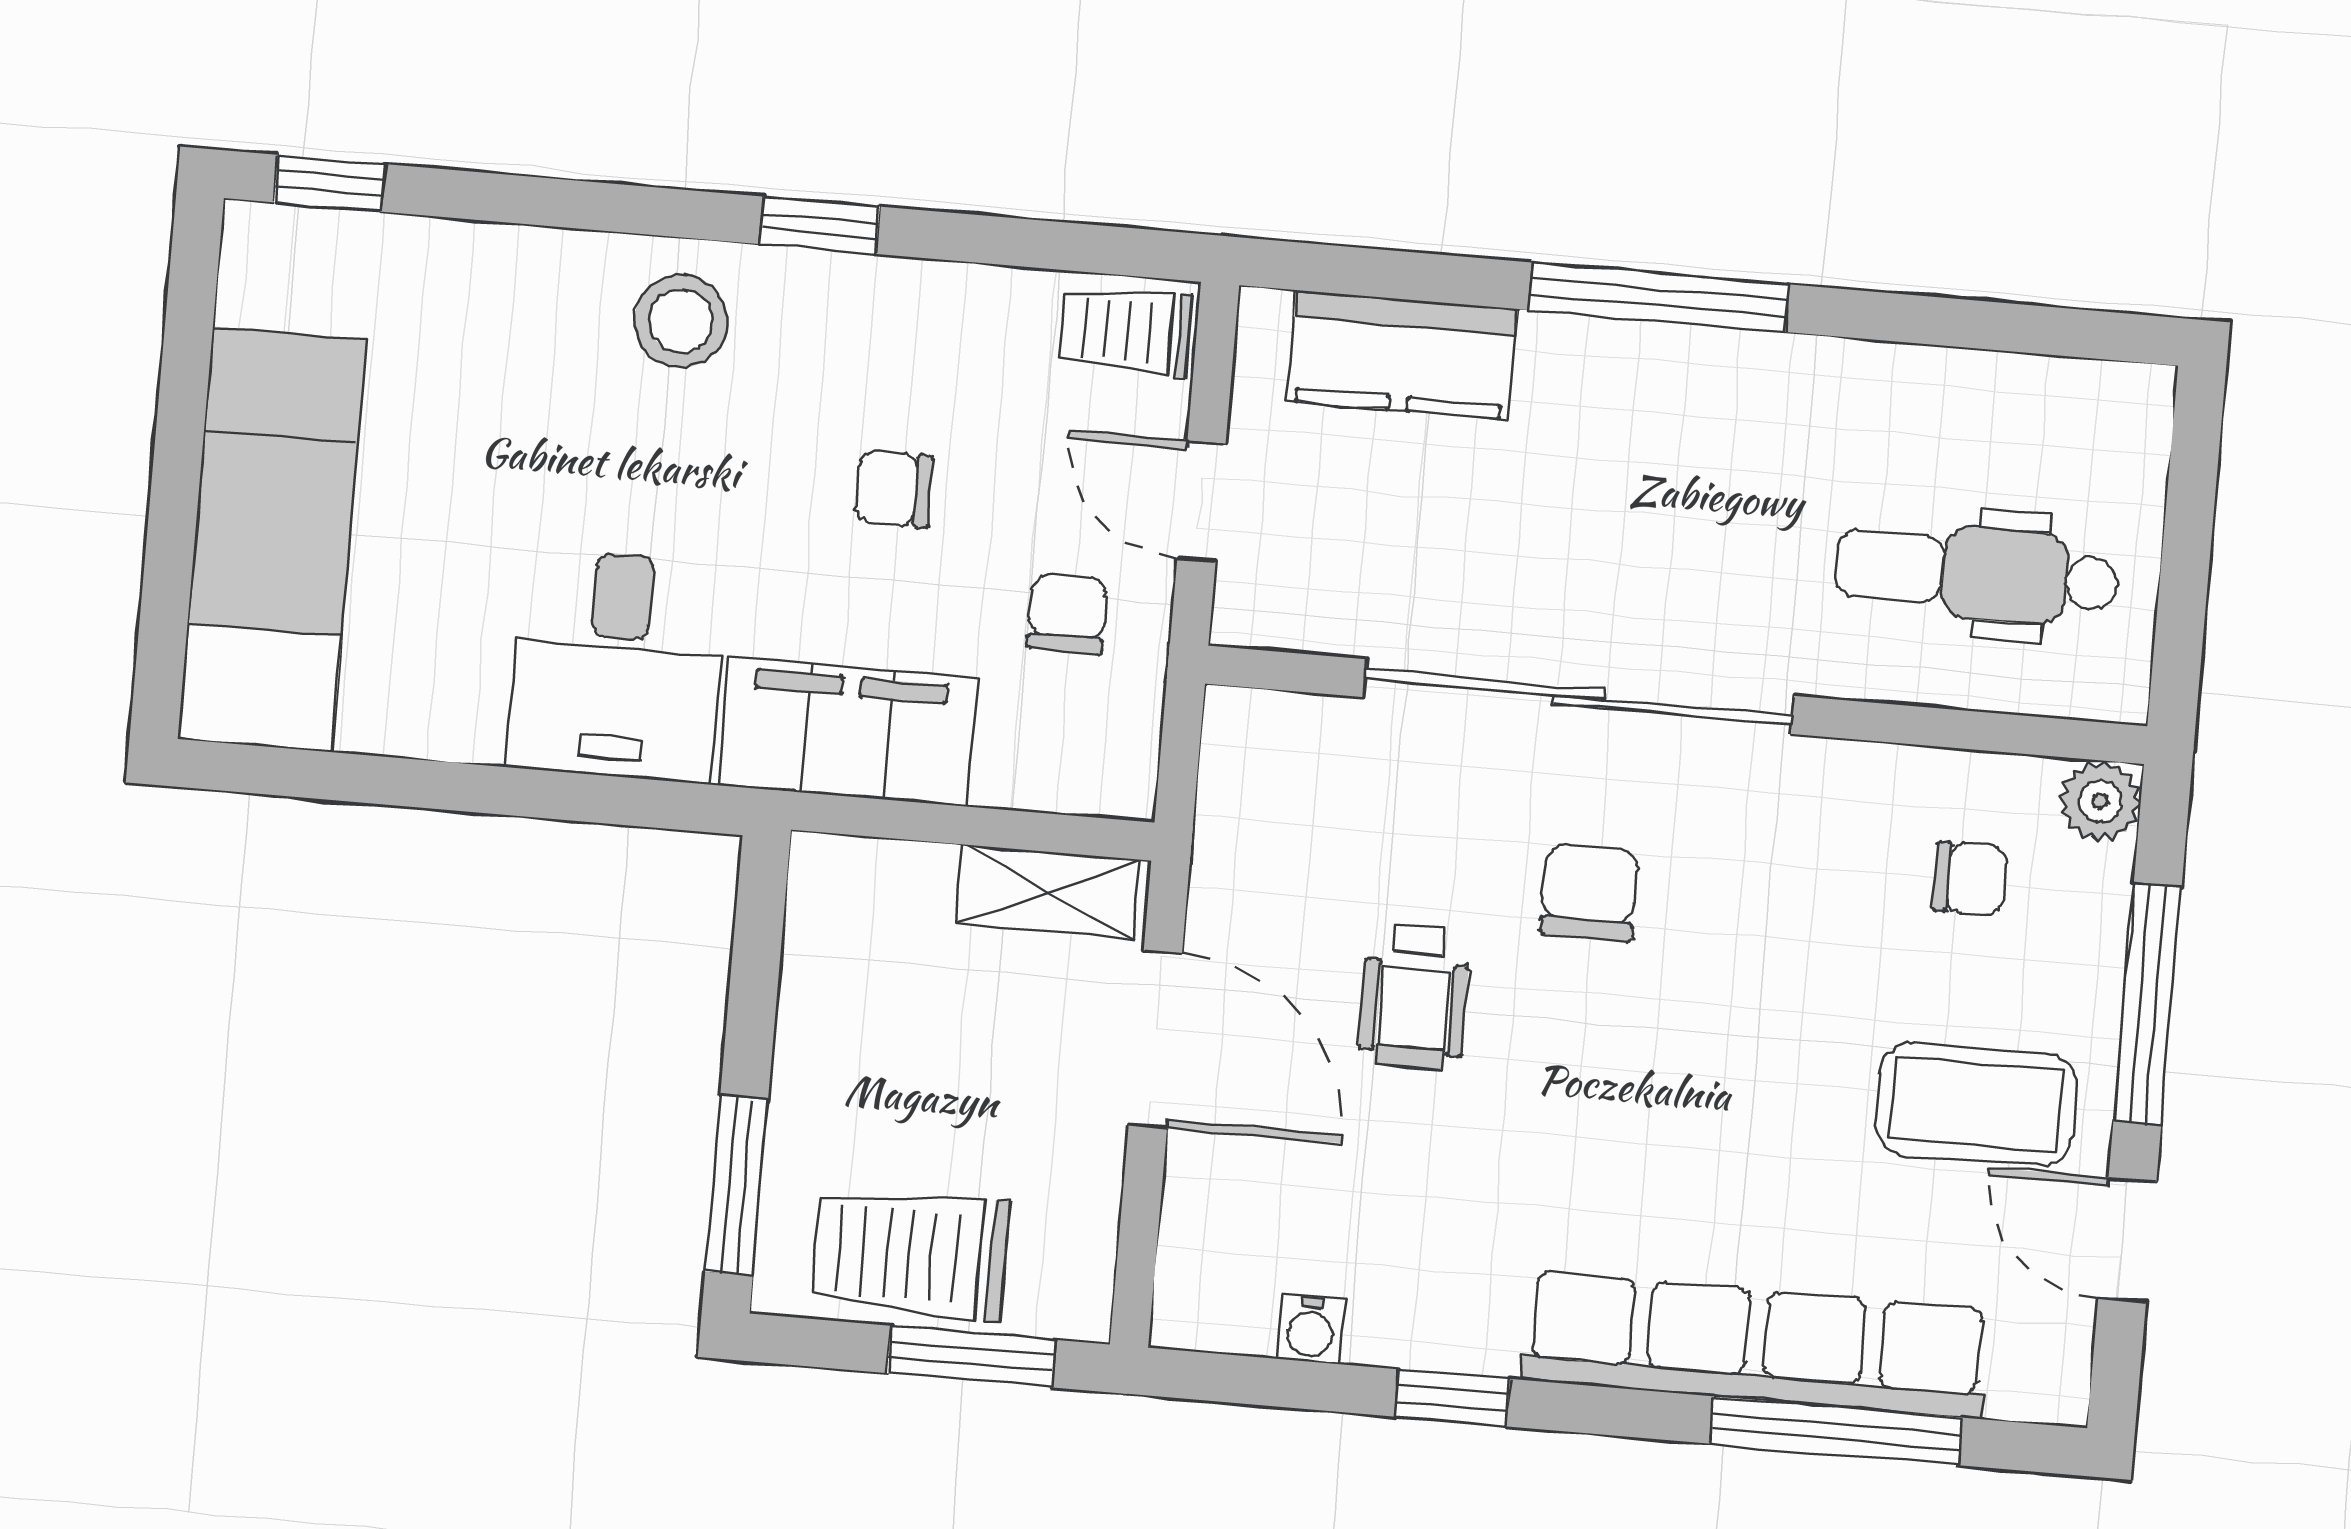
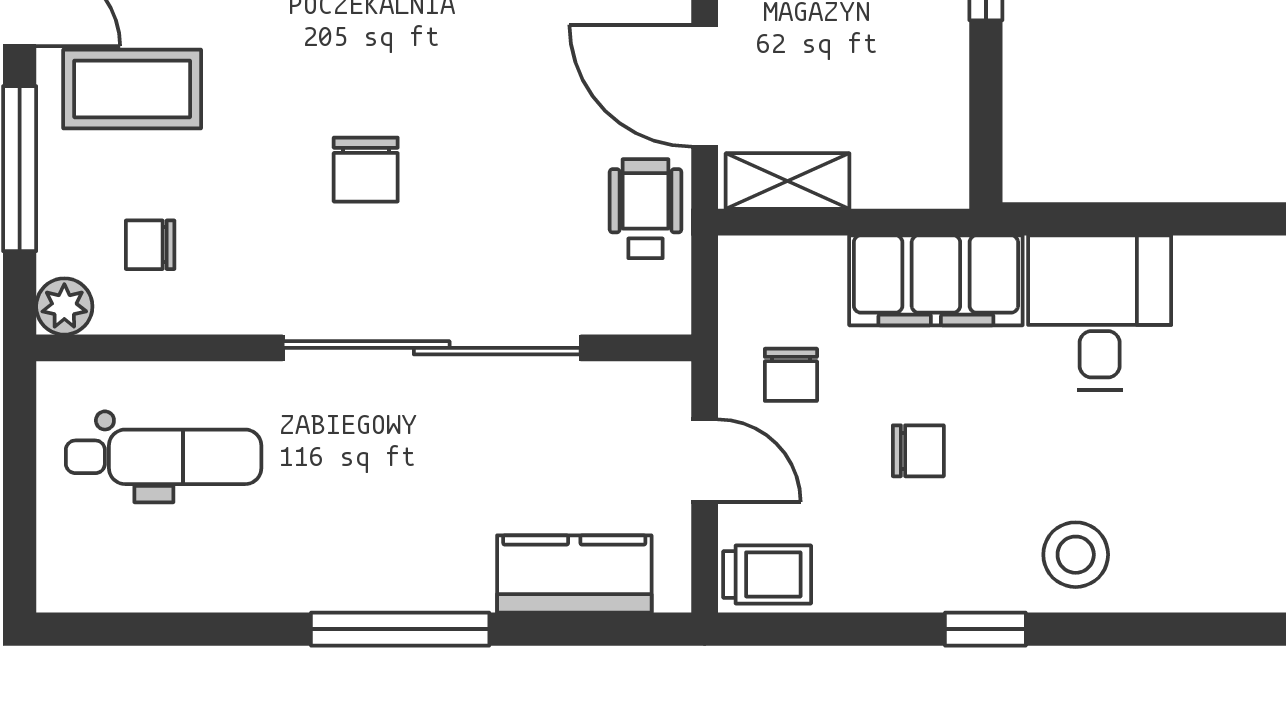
chair: (1589, 892) -> (366, 170), moved
wheelchair: (1414, 996) -> (646, 209), moved

